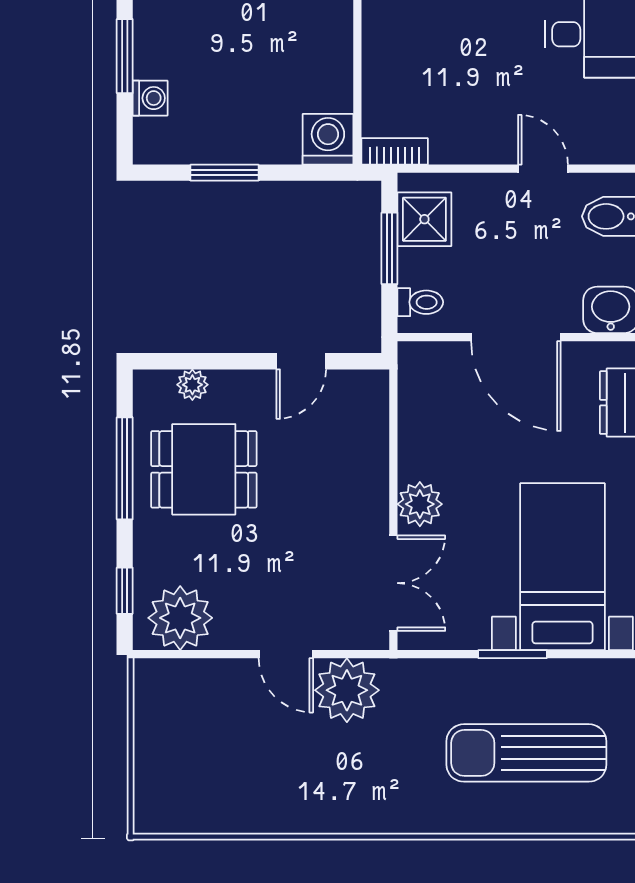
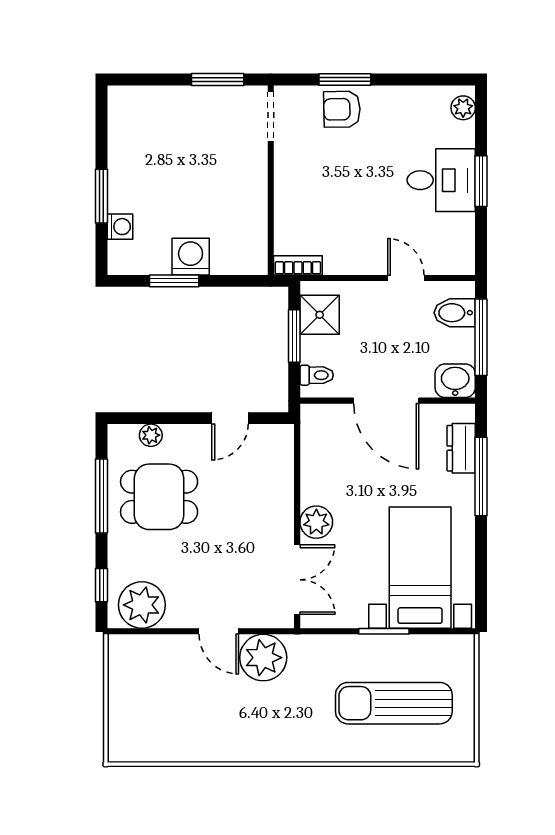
washing machine: (328, 139) -> (191, 257), moved

